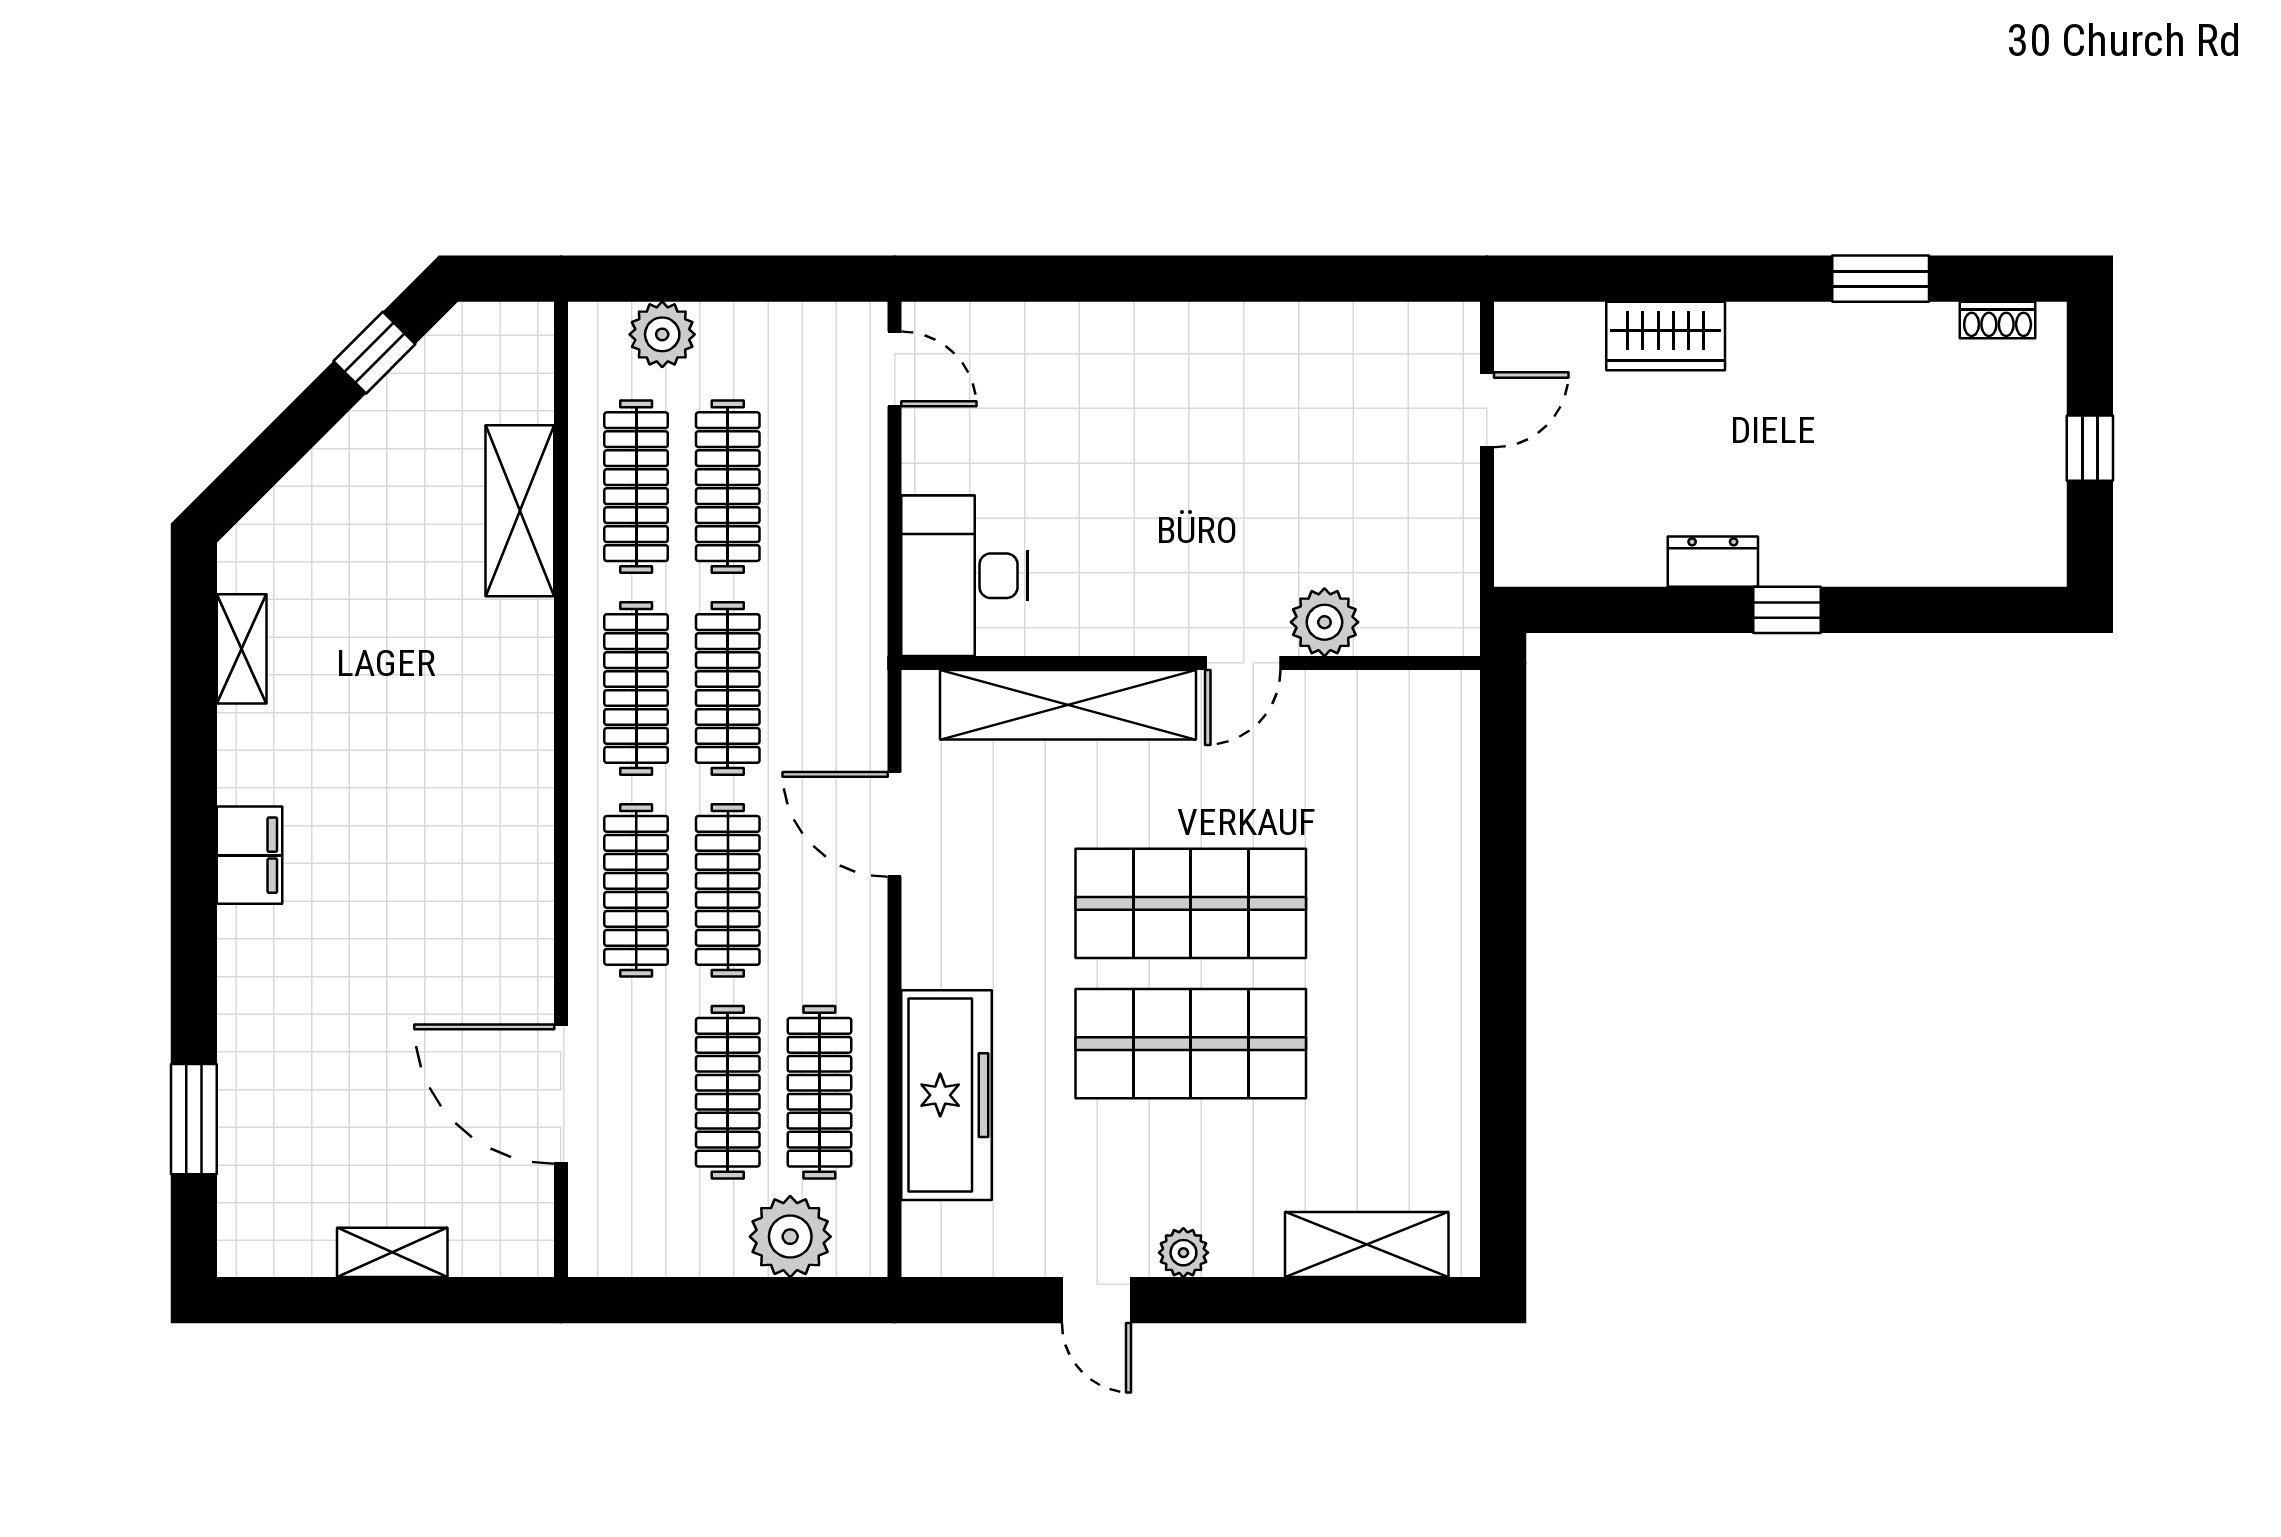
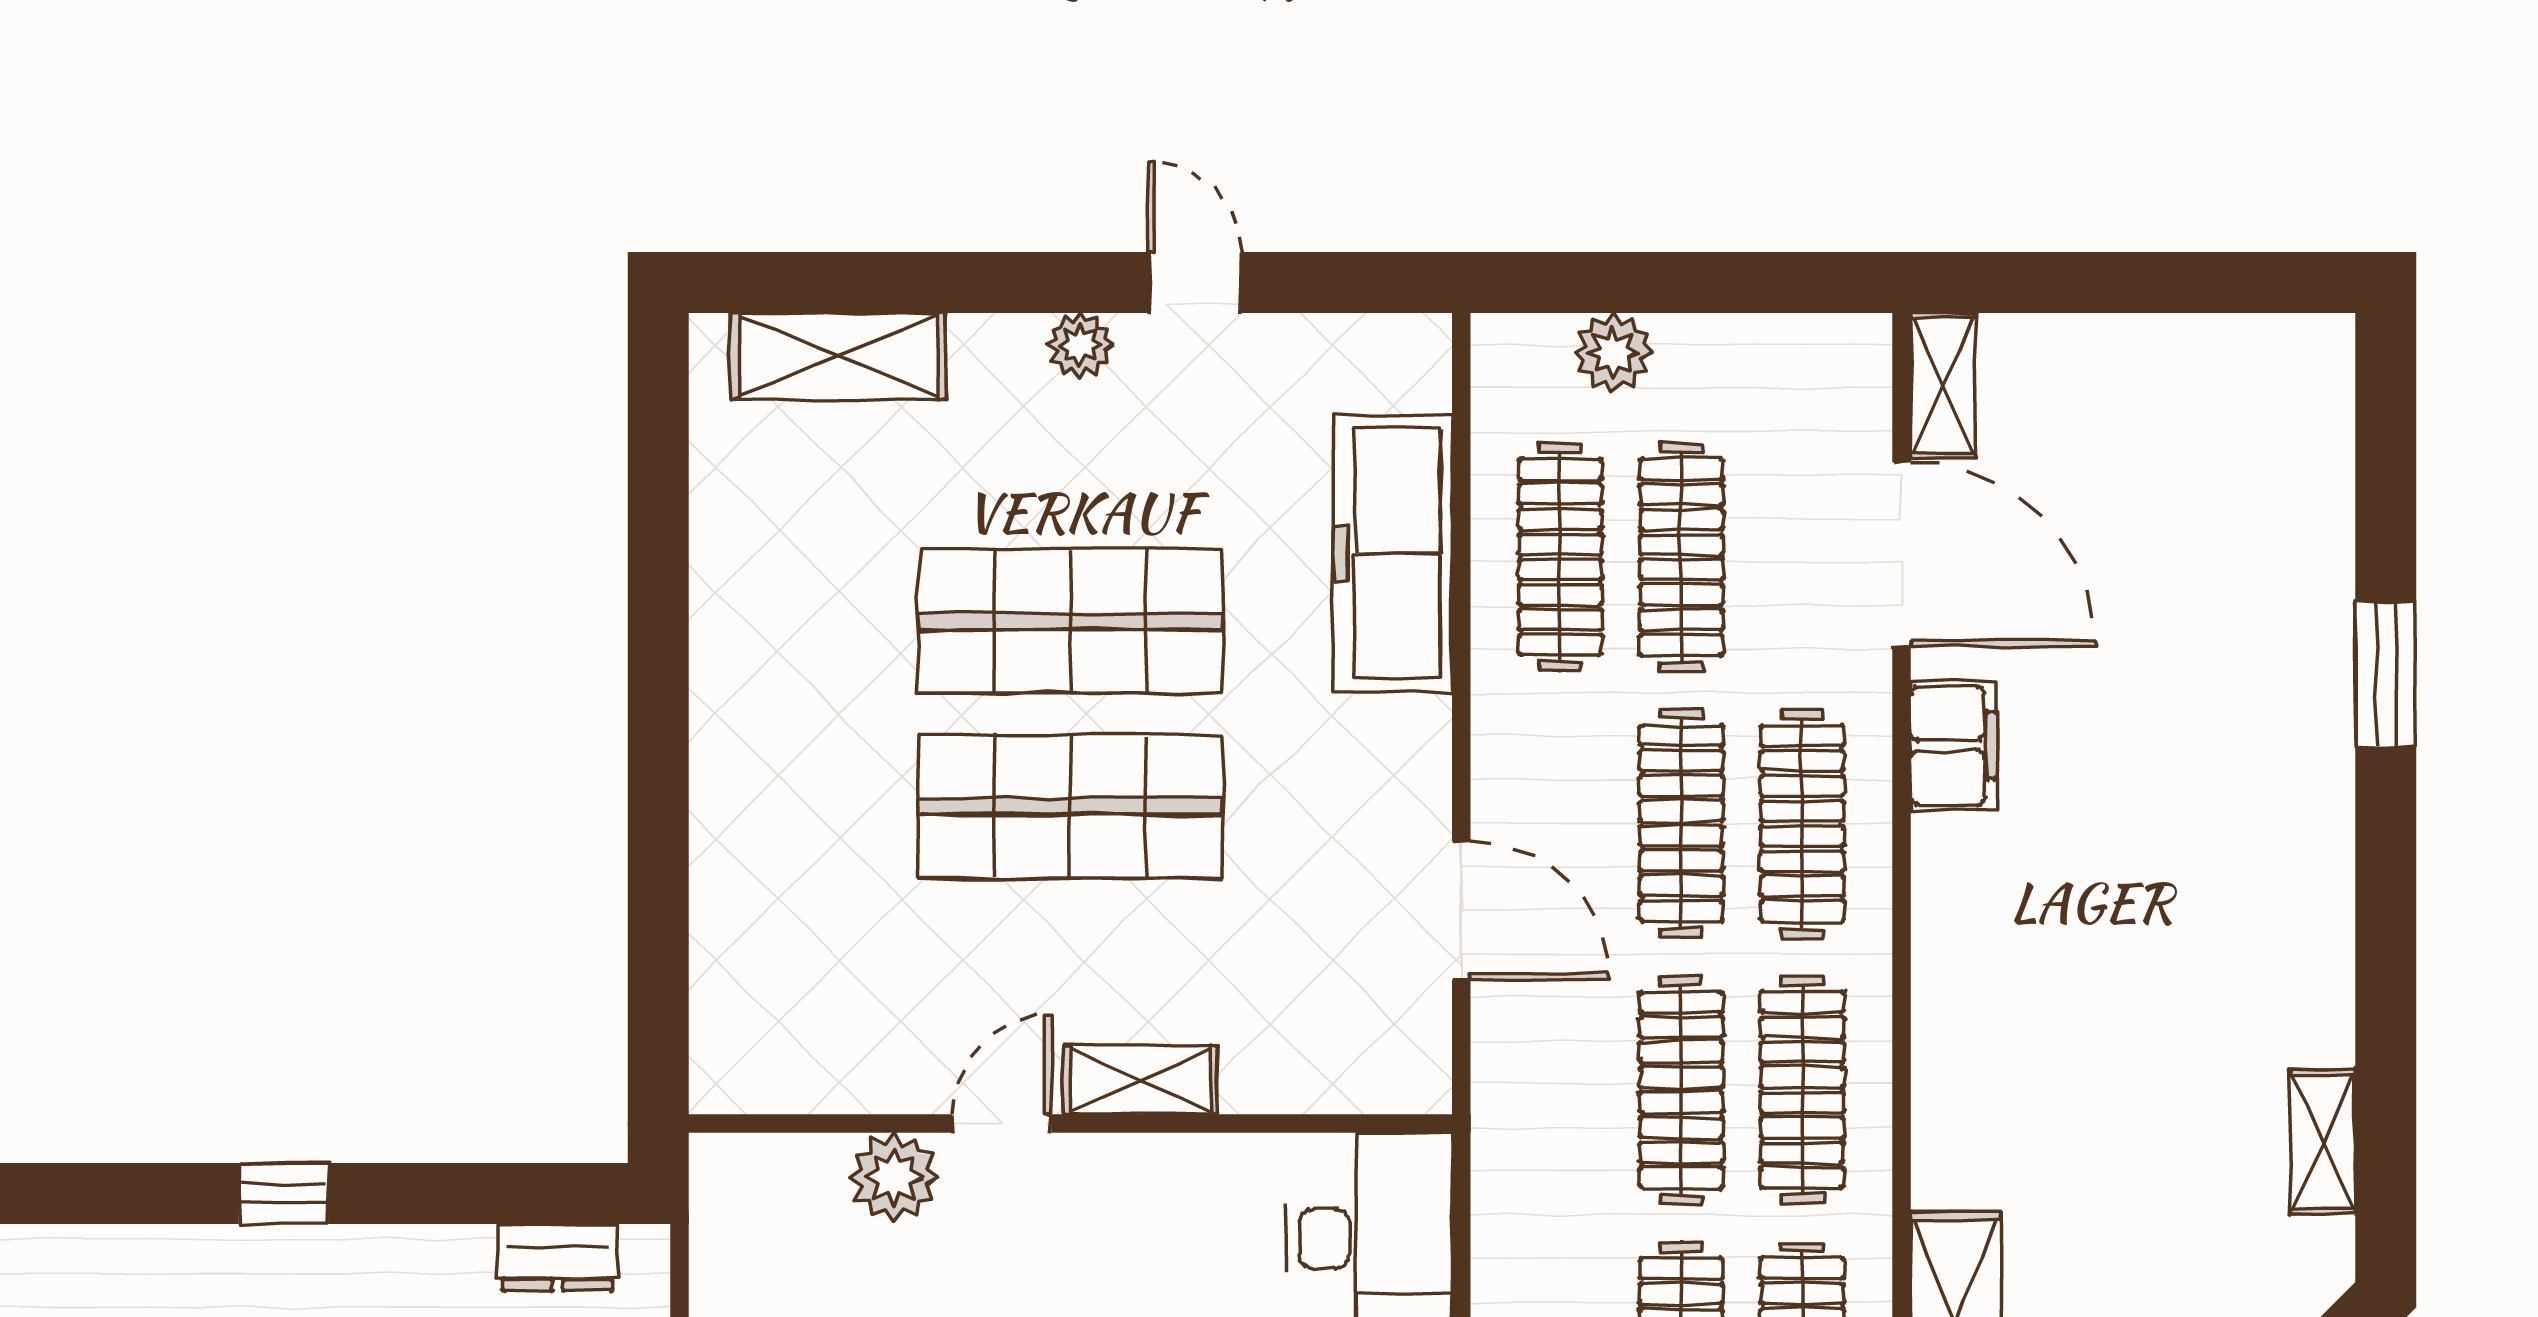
dresser: (1713, 562) -> (558, 1257), moved
shelving: (1068, 705) -> (1140, 1080), width x0.45, depth x0.75
filing cabinet: (250, 855) -> (1953, 745), moved, turned 180
window: (194, 1119) -> (2386, 674), moved
plant: (790, 1237) -> (1613, 352), width x0.73, depth x0.73
shelving: (392, 1252) -> (1943, 386), moved, turned 90

